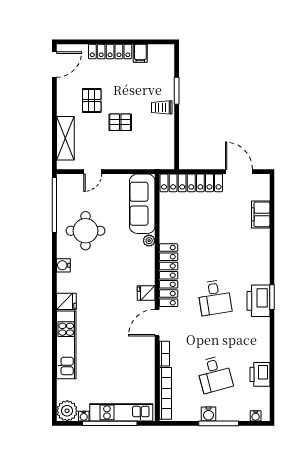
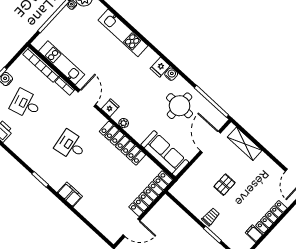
pallet: (92, 101) -> (253, 180), removed
door: (93, 172) -> (210, 142), width x1.87
filing cabinet: (261, 214) -> (70, 194), moved
plant: (149, 241) -> (124, 123), moved
locker: (169, 275) -> (122, 143), moved
fridge: (66, 301) -> (160, 67), moved
printer: (258, 301) -> (45, 169), removed
kitchen unit: (121, 412) -> (62, 63), moved, turned -90

